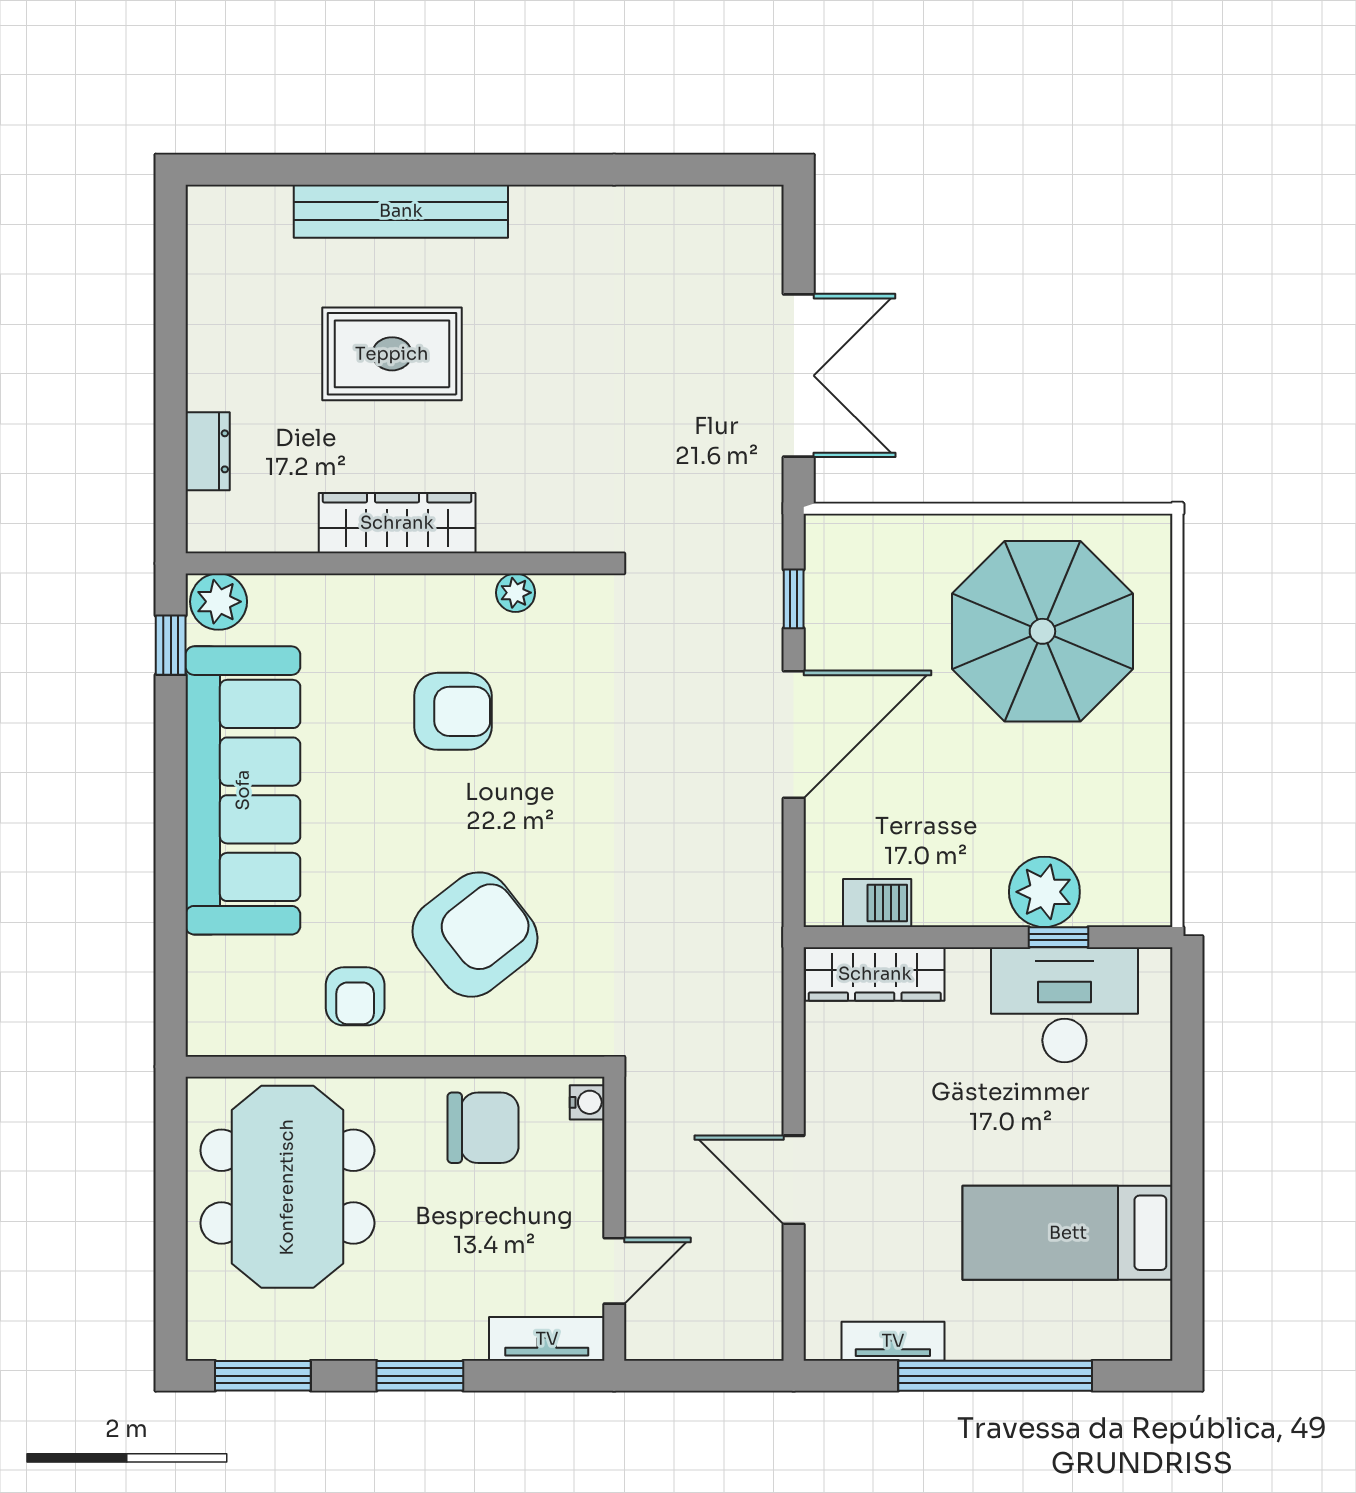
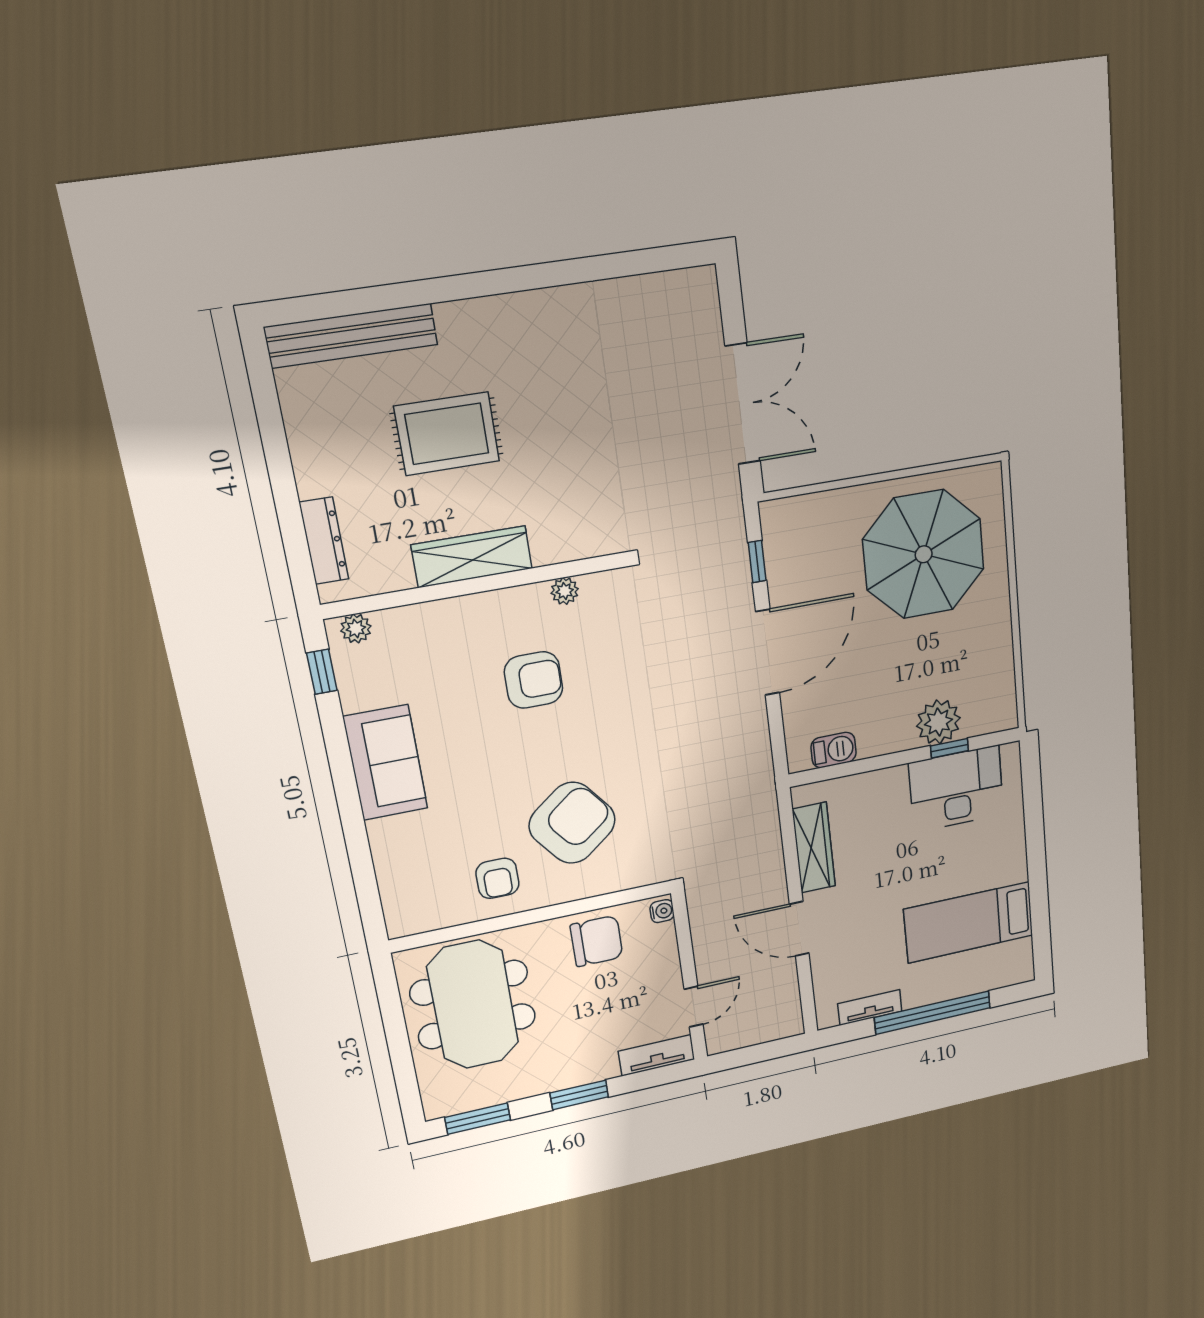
bench: (401, 211) -> (351, 336), moved
dresser: (208, 451) -> (324, 541), width x1.44
plant: (219, 602) -> (356, 628), width x0.73, depth x0.73
sofa: (243, 790) -> (386, 763), width x0.54, depth x0.79
wardrobe: (875, 974) -> (814, 848), moved, turned -90

